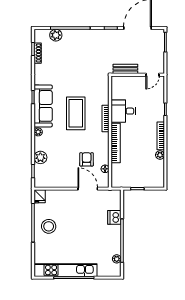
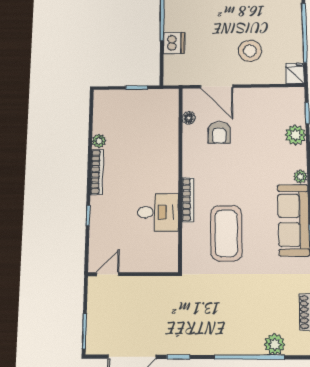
bench: (125, 69) -> (154, 284), removed
coffee table: (76, 113) -> (226, 233), moved
bookcase: (116, 143) -> (171, 159), removed
stool: (49, 226) -> (250, 51), moved

